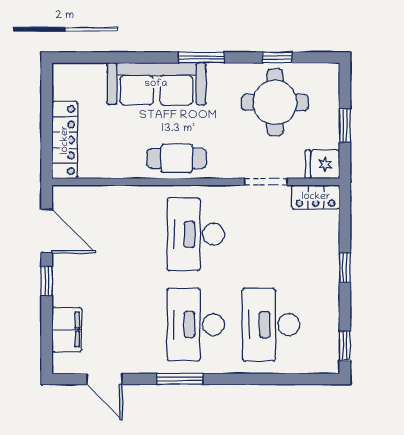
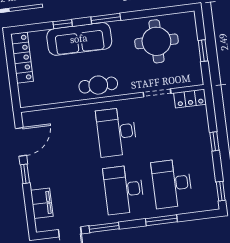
window: (277, 57) -> (63, 24), moved
locker: (65, 140) -> (22, 58), moved
fridge: (322, 164) -> (192, 77), removed
door: (47, 231) -> (21, 142), hinge flipped
window: (180, 379) -> (104, 227), moved
window: (248, 379) -> (161, 220), added

